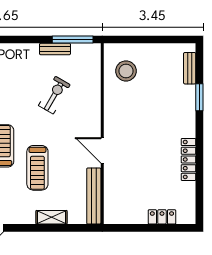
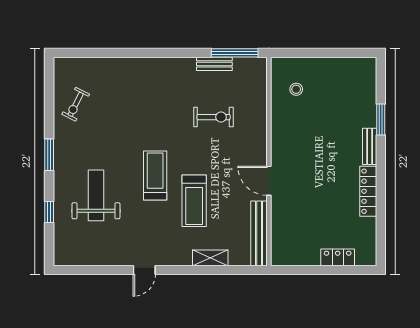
bench: (190, 68) -> (370, 146), moved
stool: (126, 71) -> (296, 89), width x0.53, depth x0.53
exercise bike: (54, 95) -> (214, 117), turned 60

